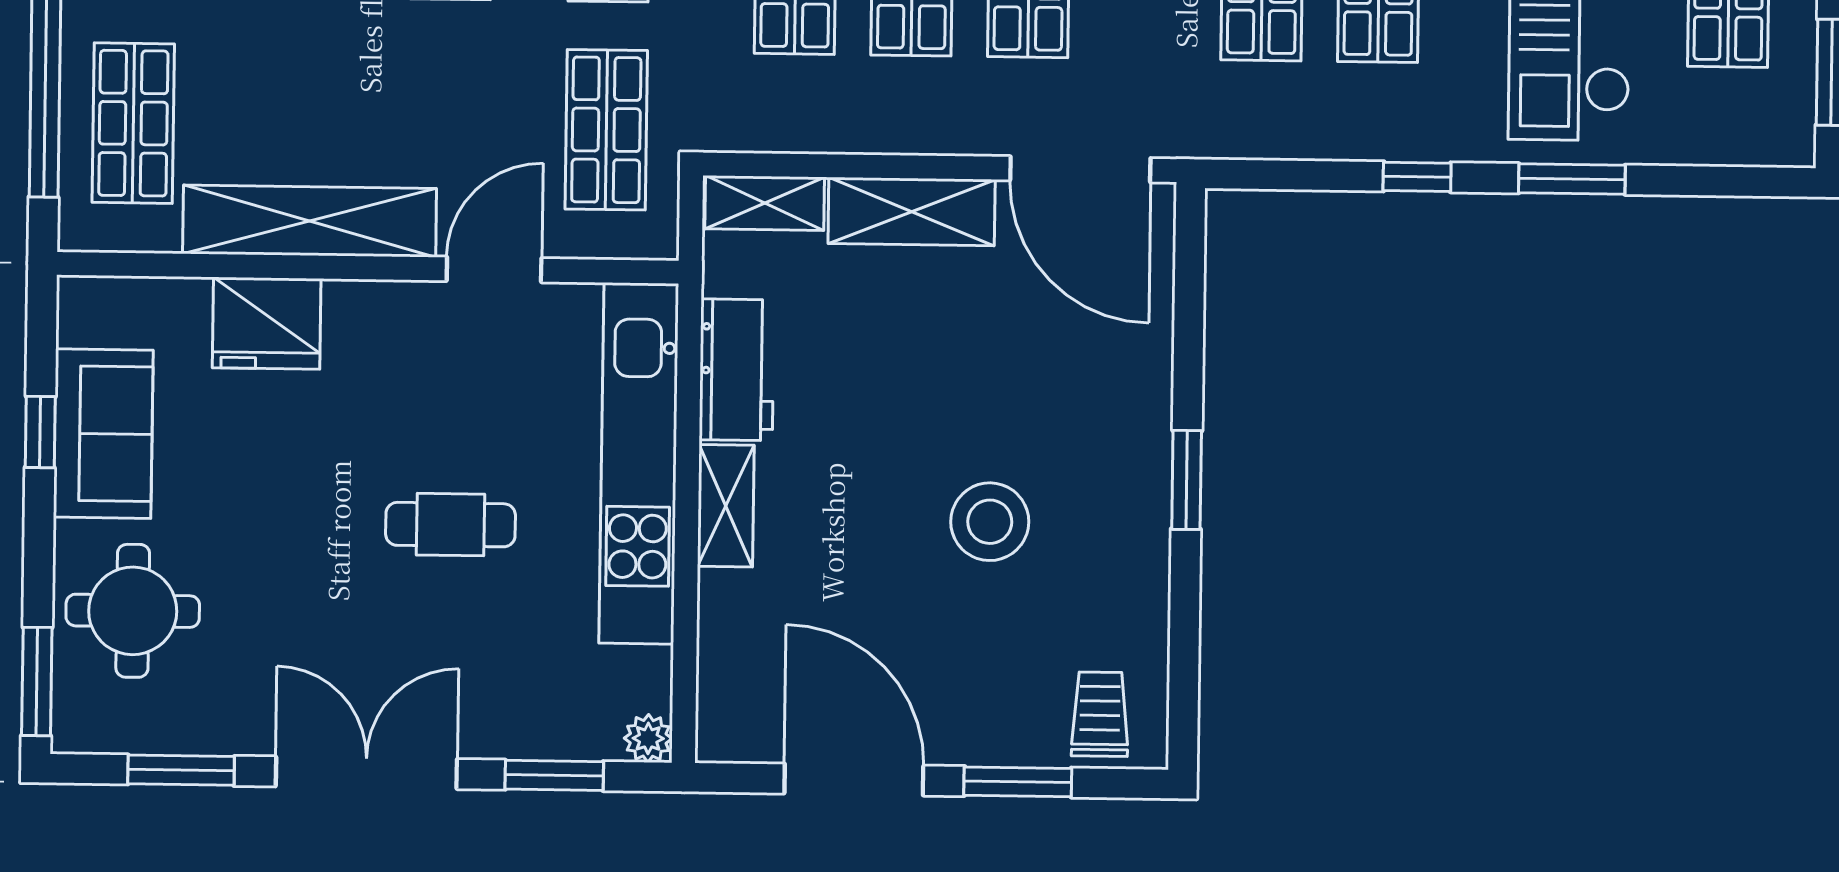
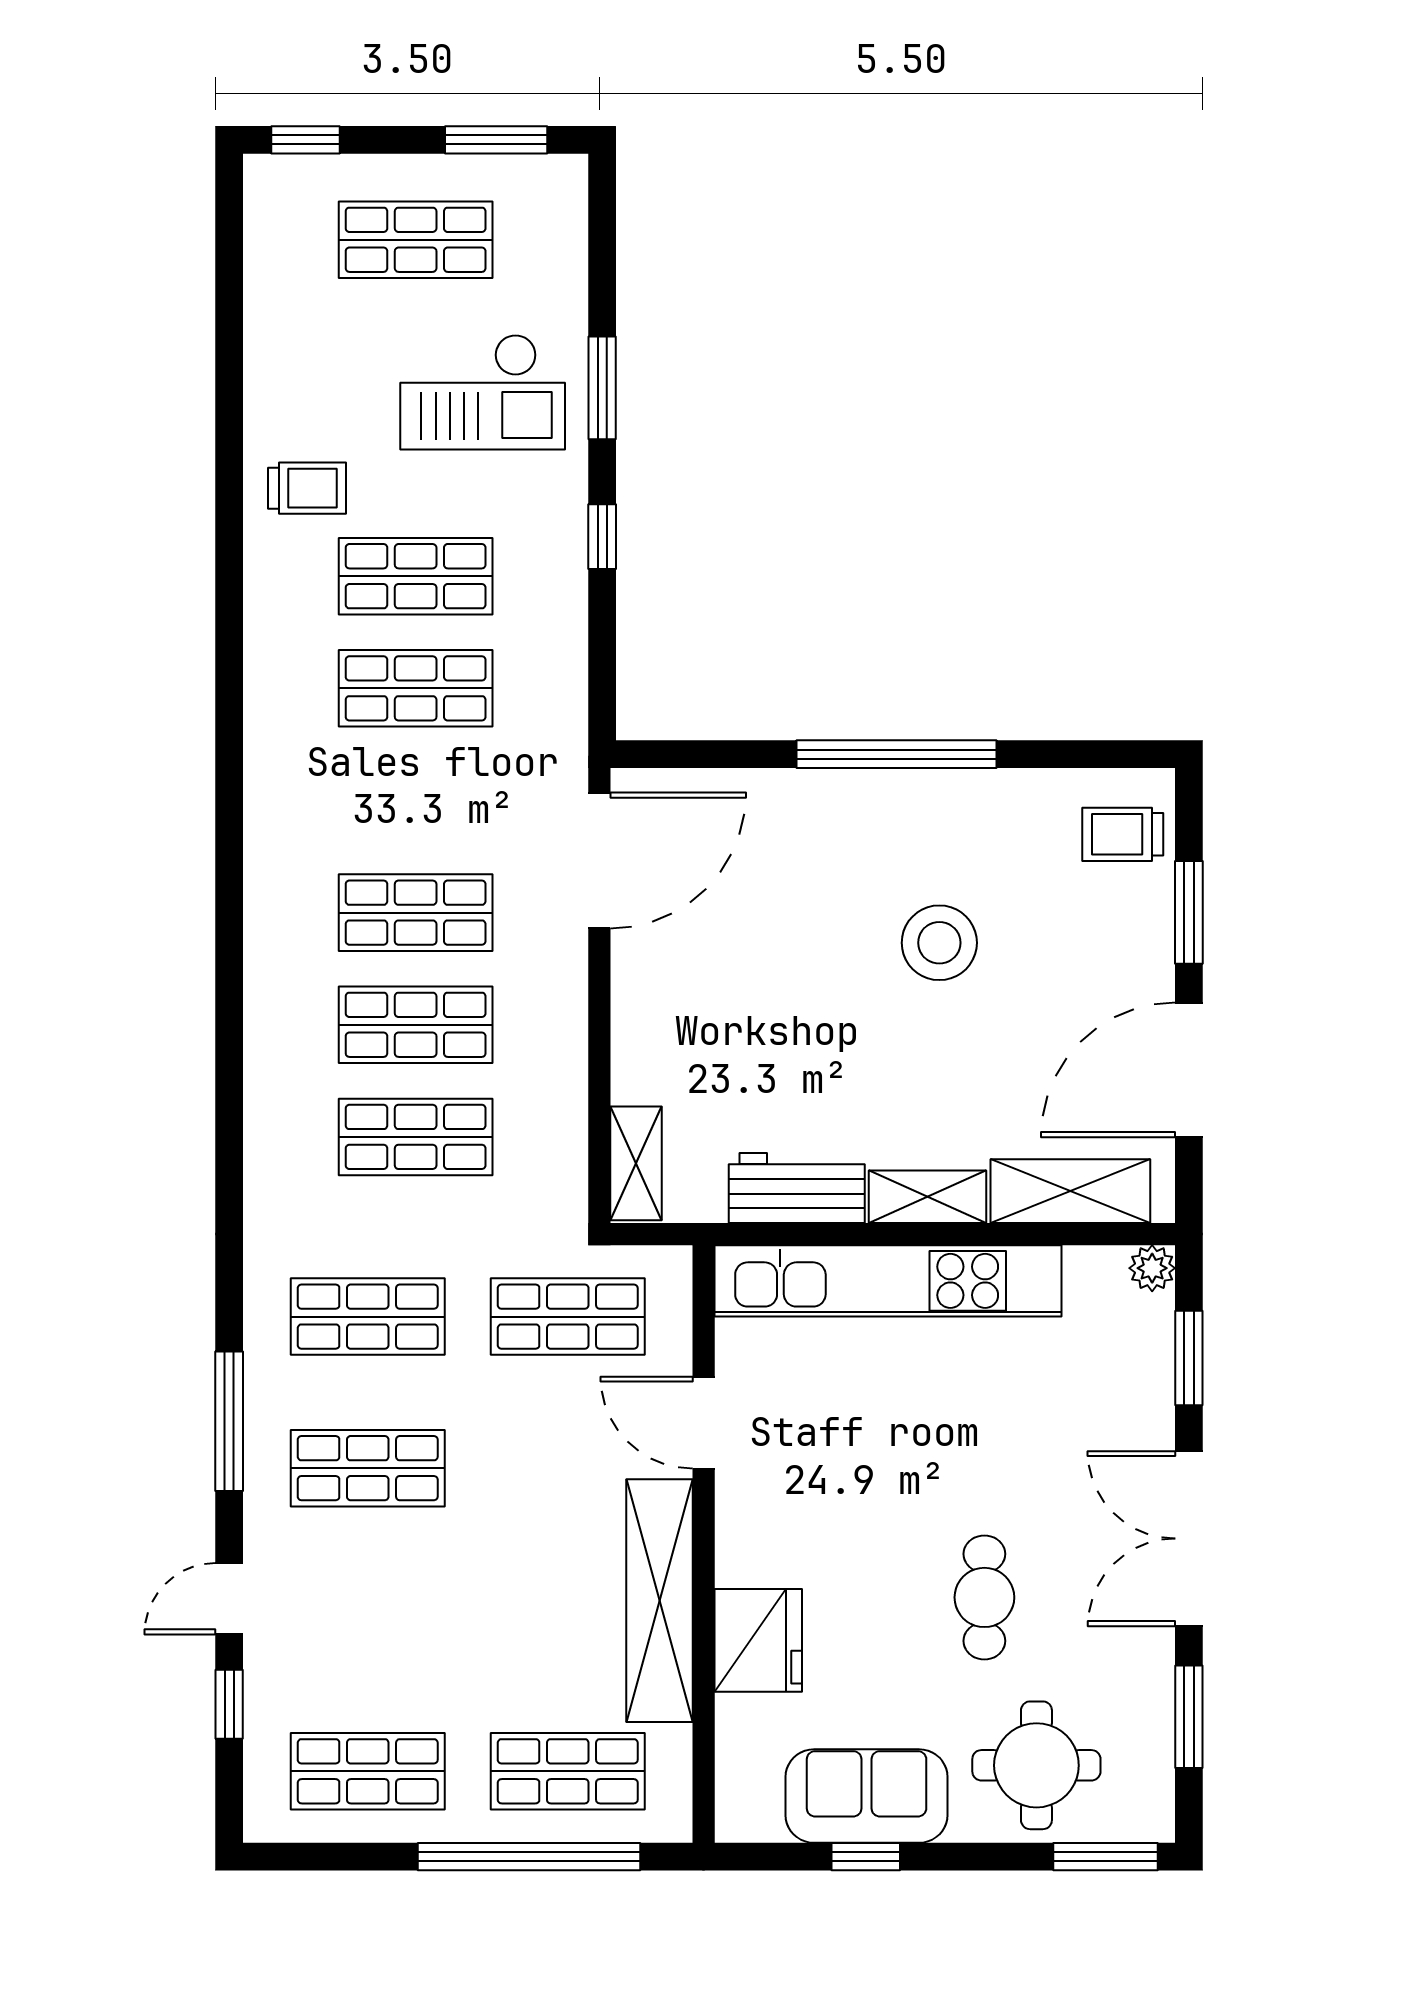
shelving: (912, 212) -> (1070, 1191), moved, turned 90
window: (1187, 480) -> (896, 754), width x2.11
cafe table: (450, 525) -> (984, 1597), moved

